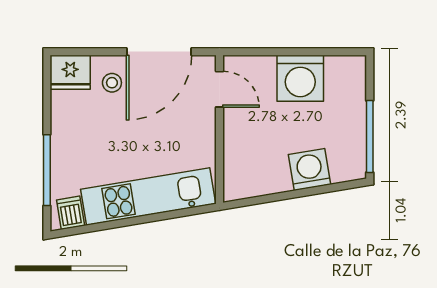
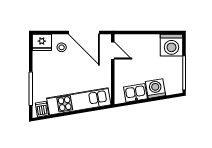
door: (159, 52) -> (84, 33), hinge flipped
washing machine: (300, 78) -> (171, 45), moved
kitchen sink: (267, 179) -> (135, 93), added

